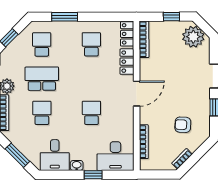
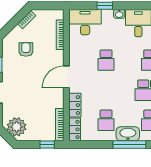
window: (65, 17) -> (129, 145), width x1.44
window: (171, 17) -> (47, 145), moved
washbasin: (67, 29) -> (128, 134), added
armchair: (183, 125) -> (26, 50), turned -93

